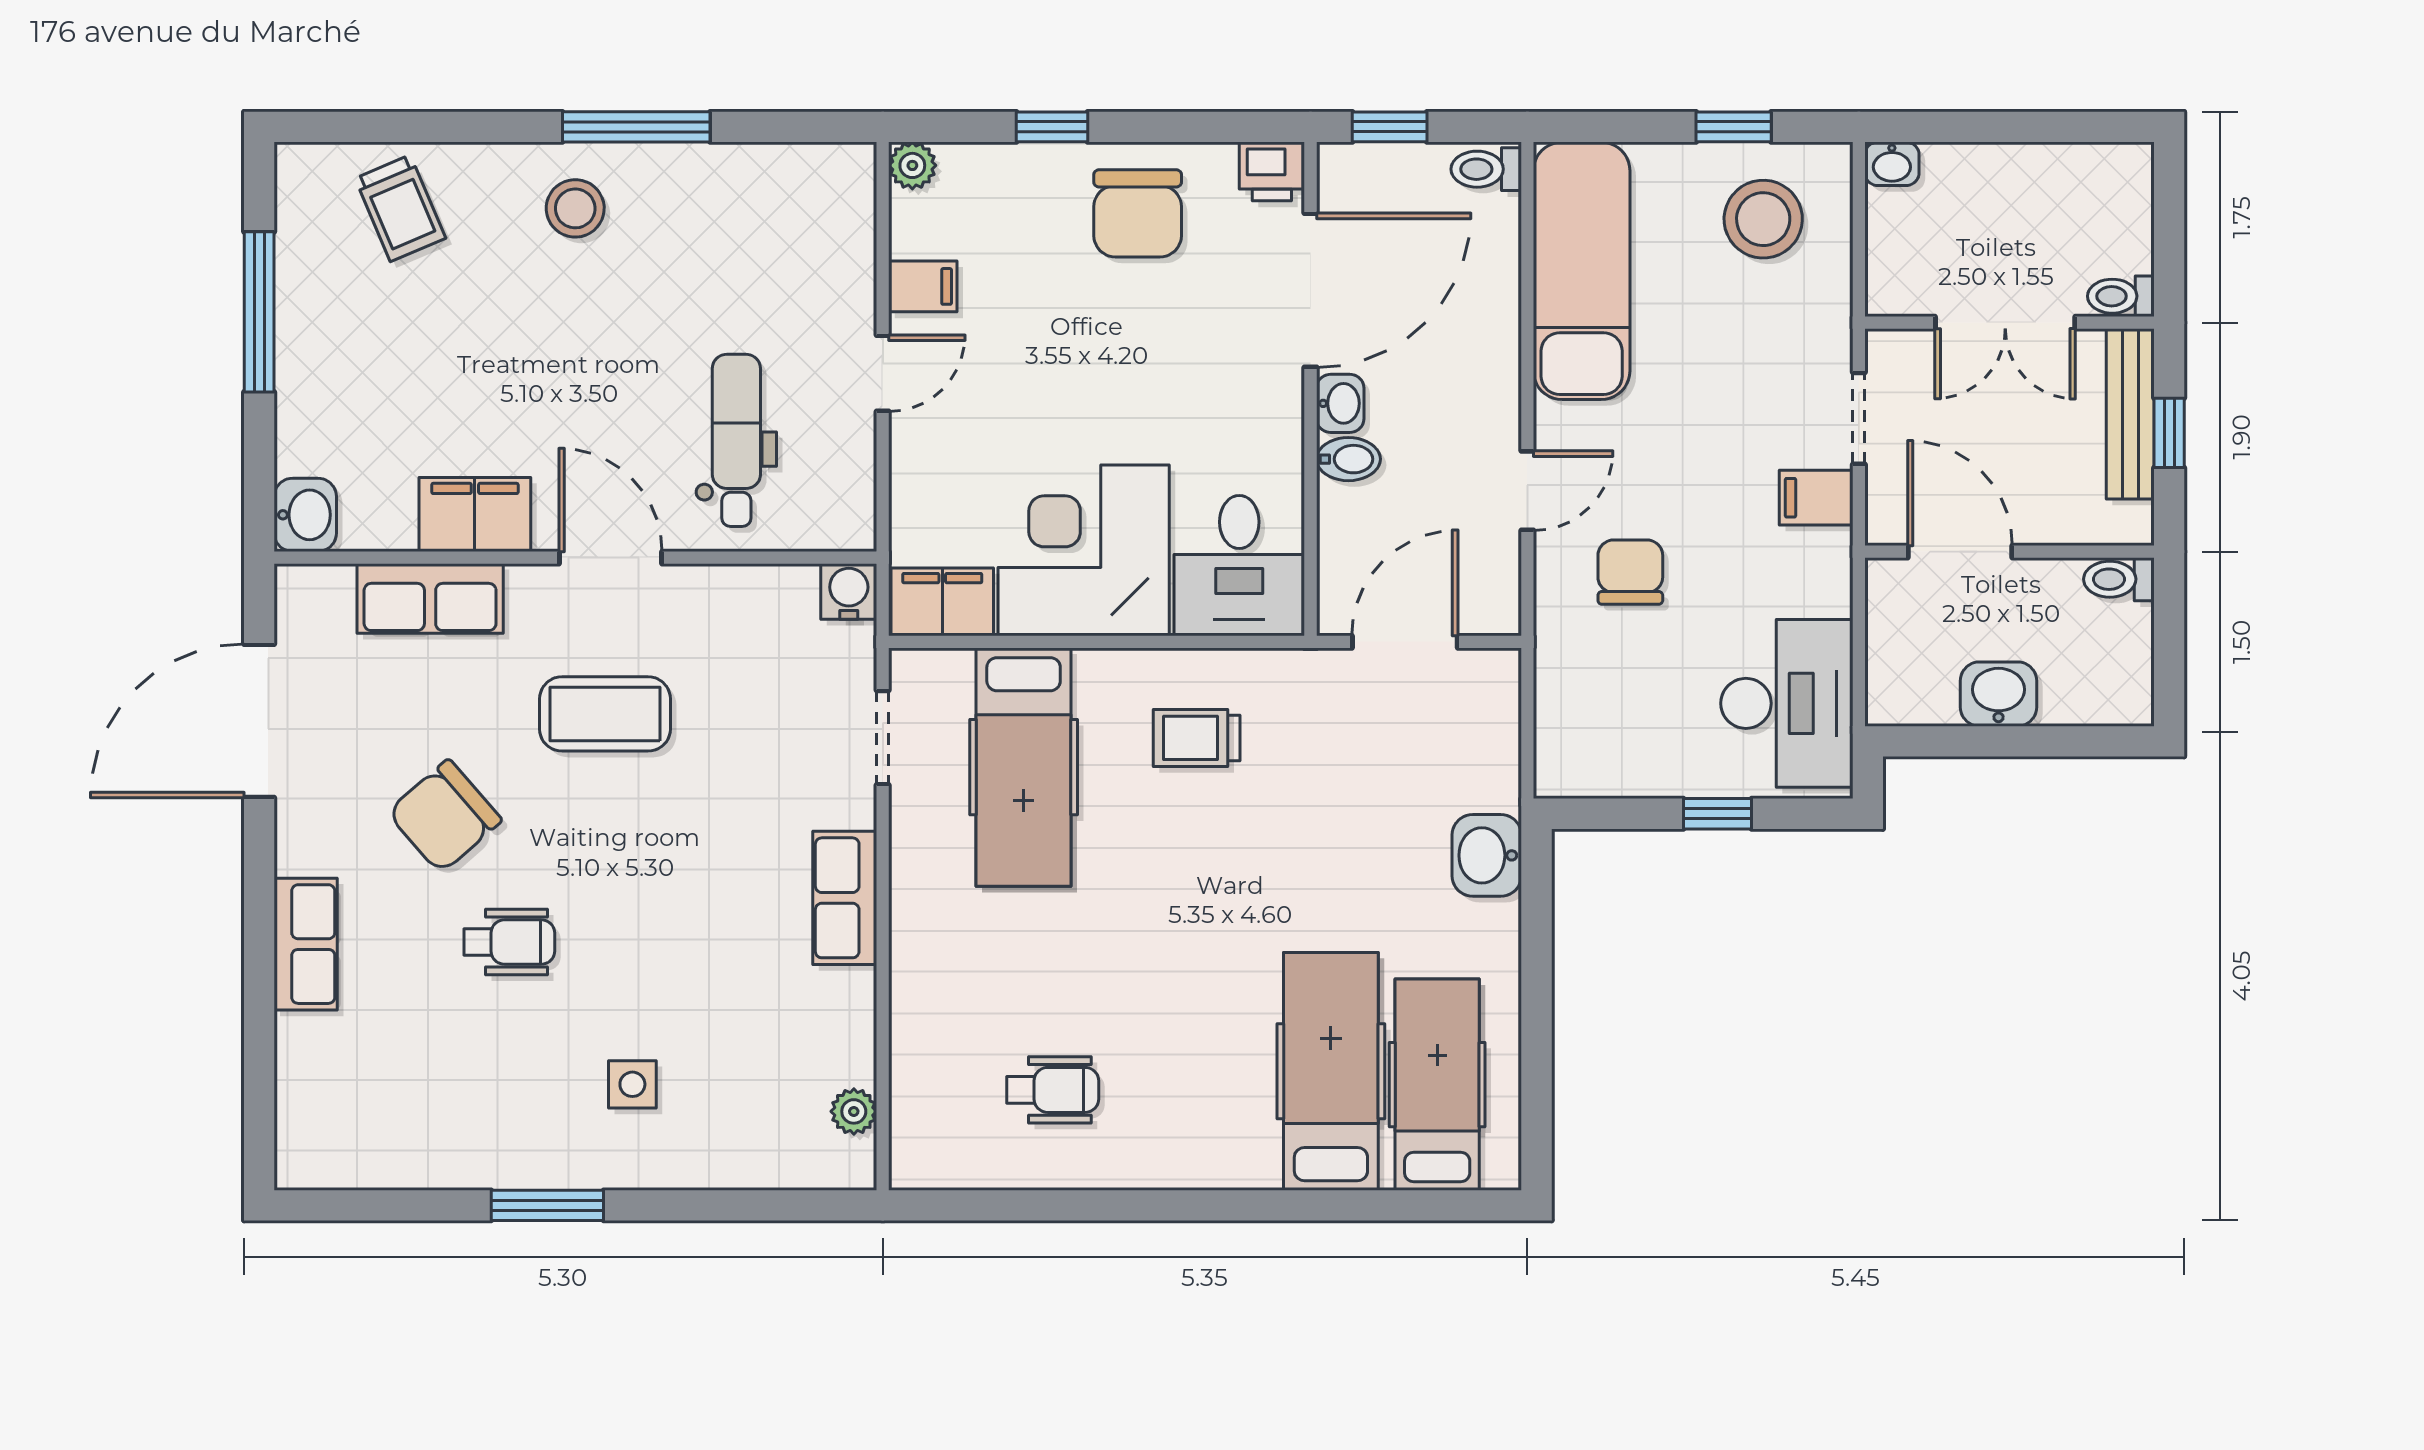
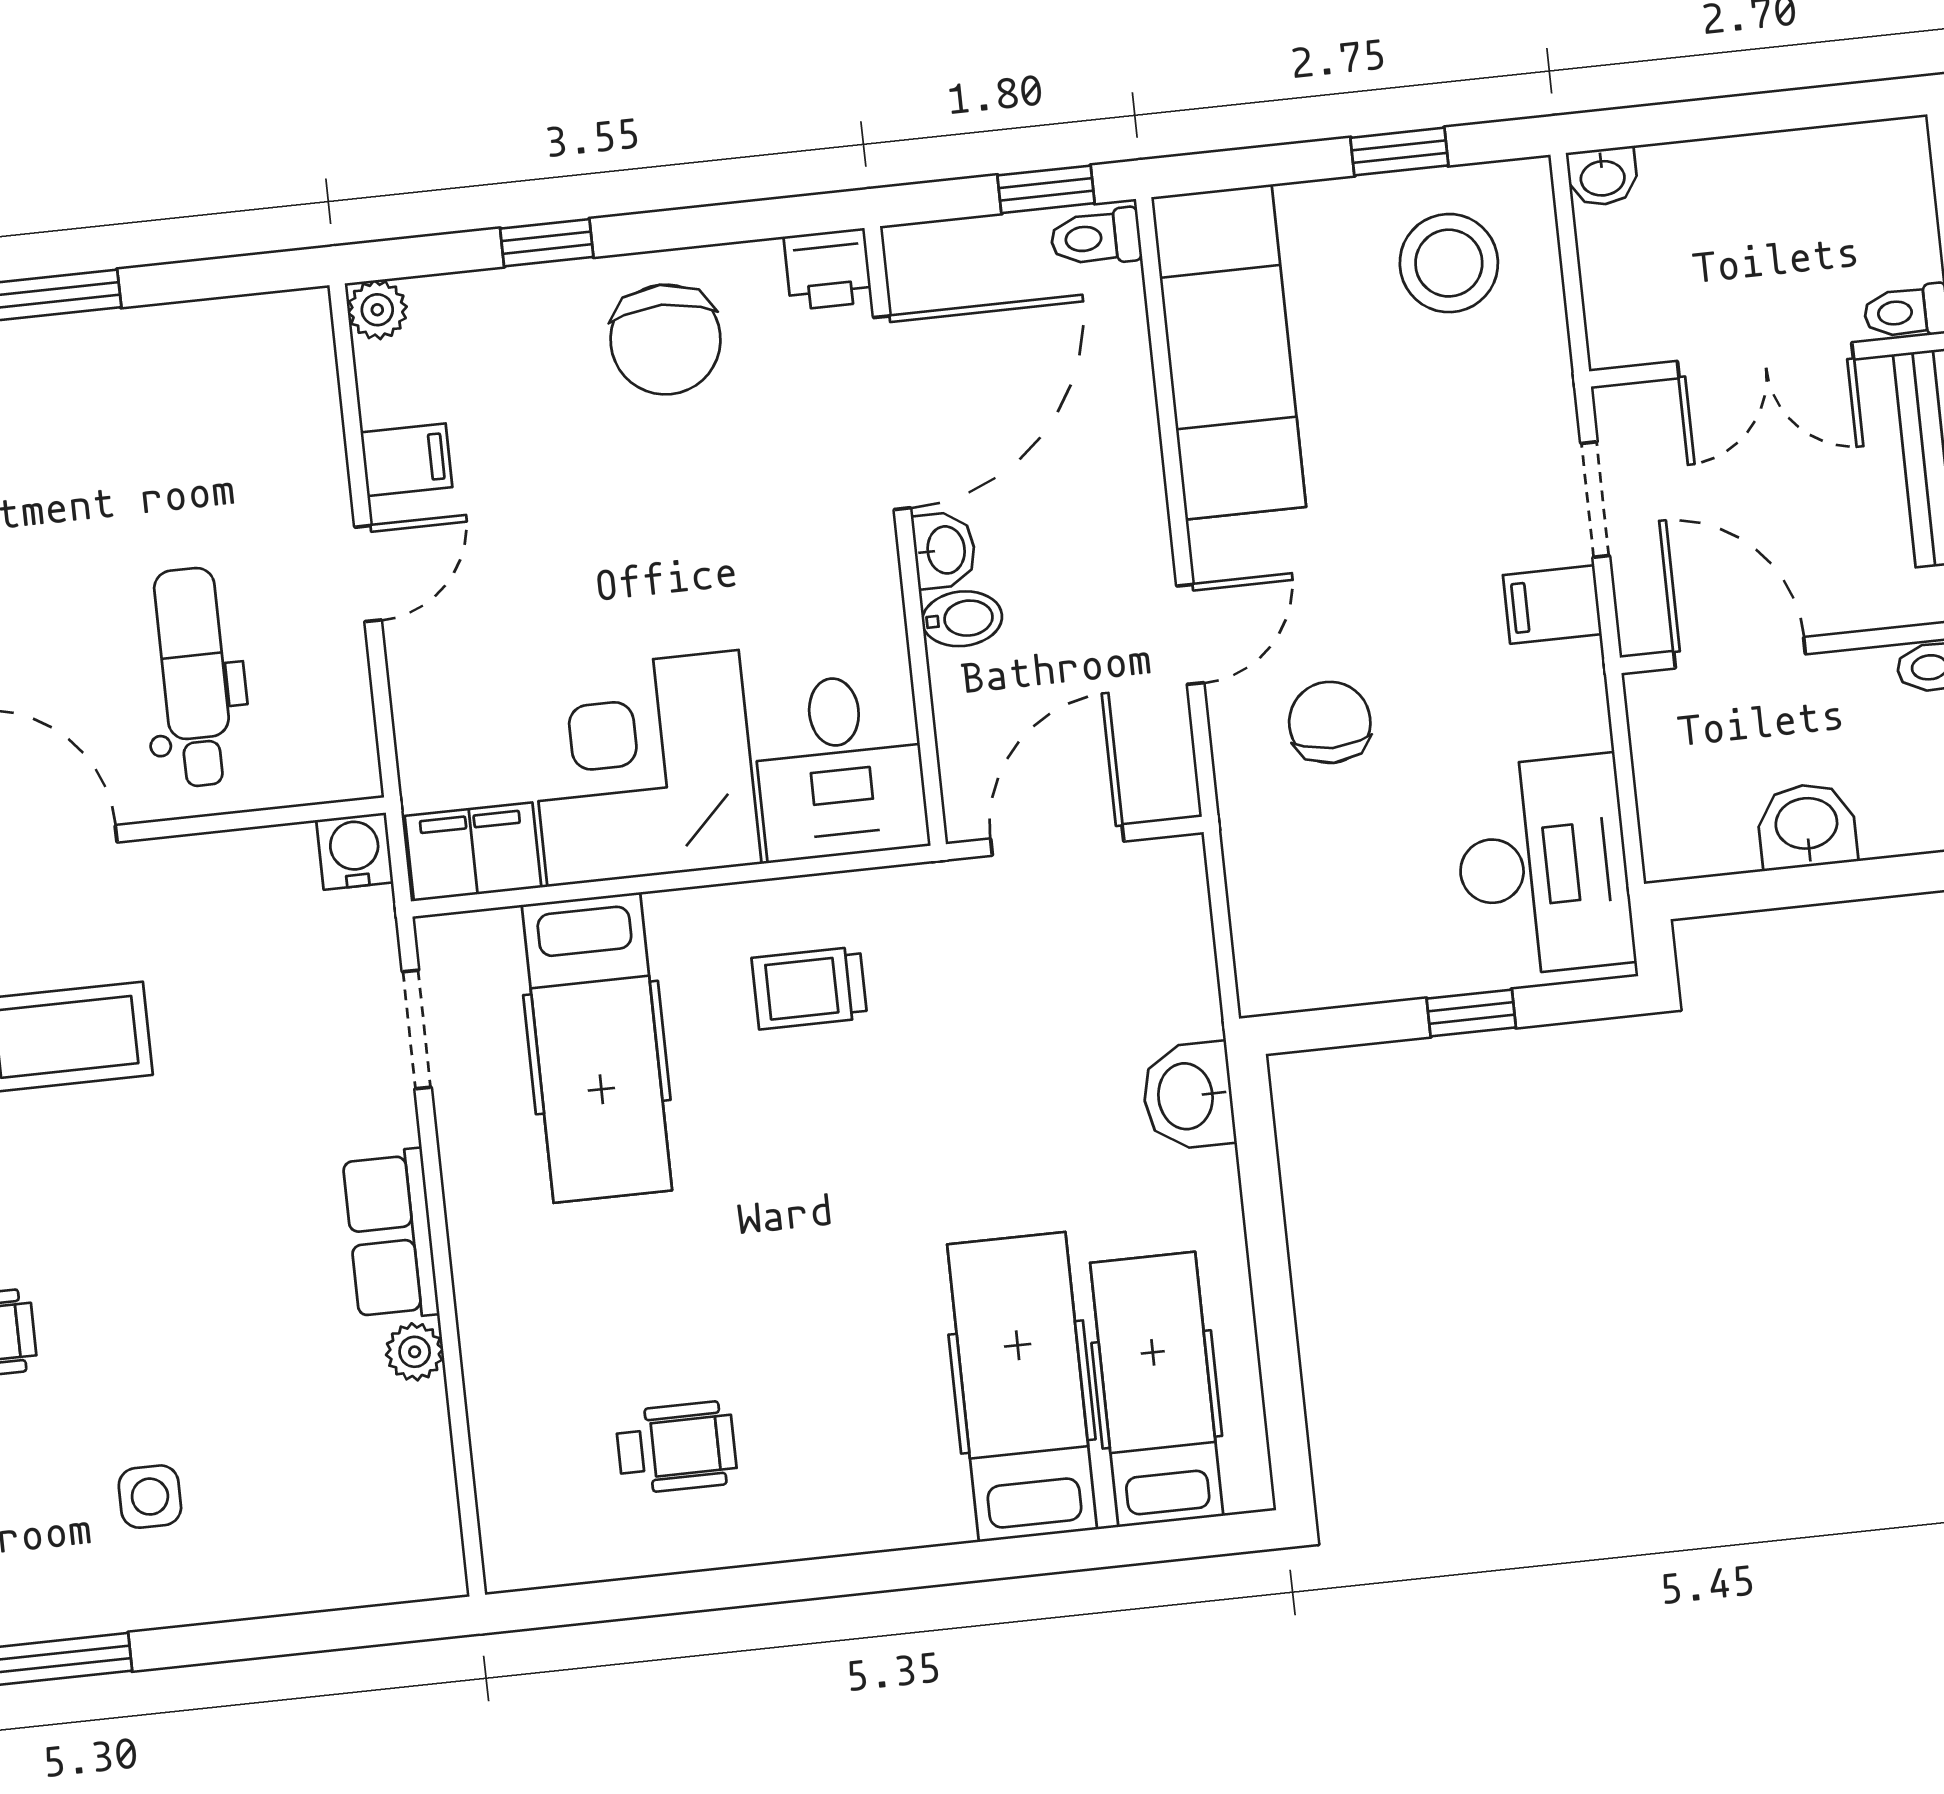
window: (1390, 127) -> (1046, 189), moved
plant: (854, 1111) -> (415, 1352), moved

